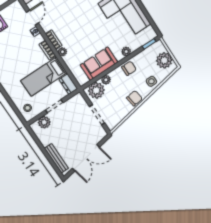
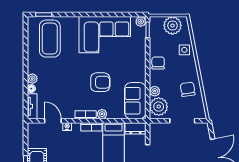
armchair: (86, 34) -> (100, 82), added
plant: (126, 52) -> (141, 22), moved
sofa: (99, 64) -> (135, 101), moved
chair: (134, 98) -> (188, 89), moved

